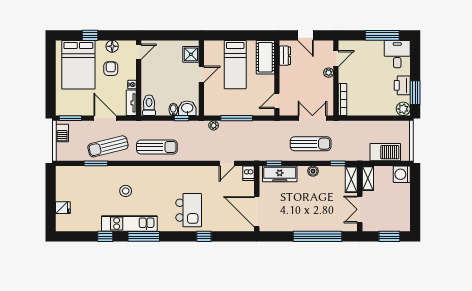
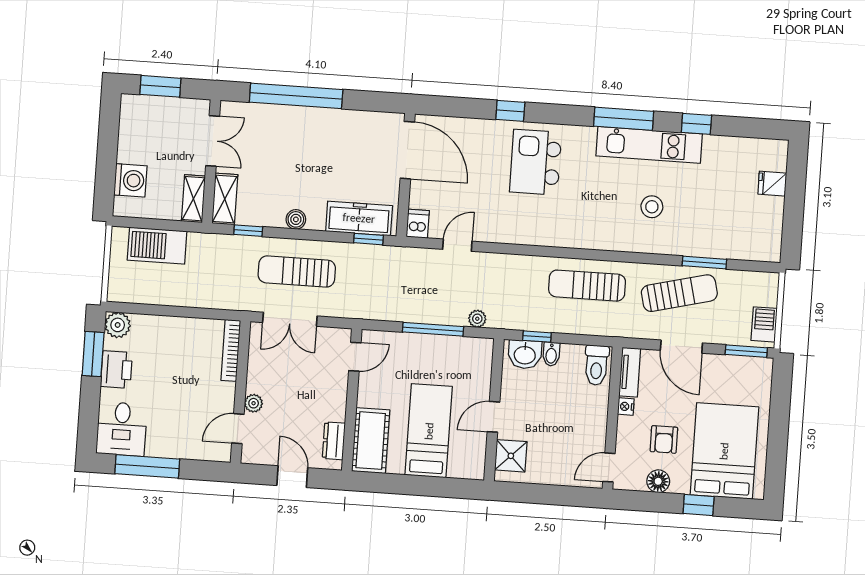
washing machine: (402, 174) -> (130, 180), moved

